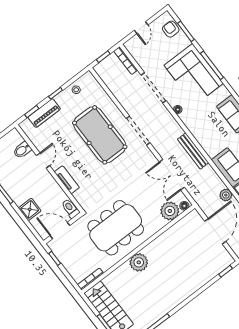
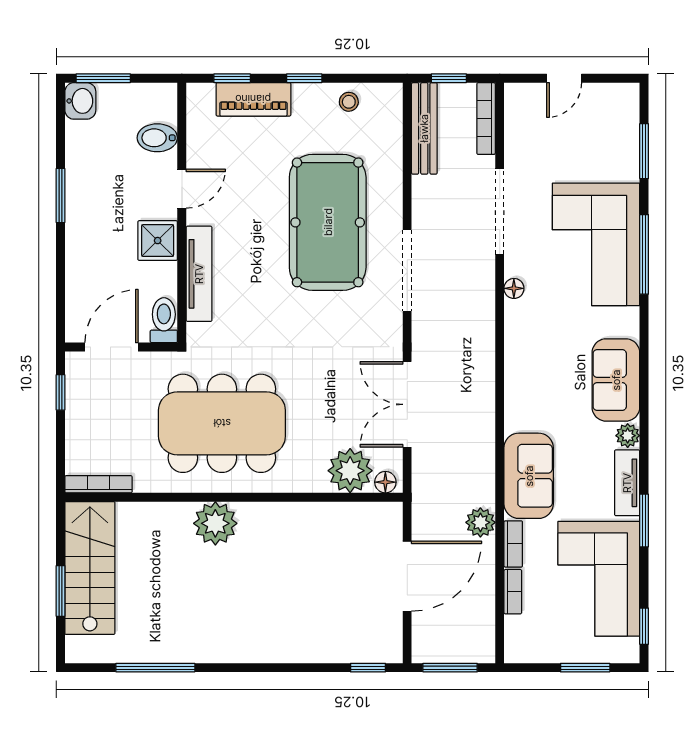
armchair: (171, 29) -> (618, 125), removed
bench: (193, 151) -> (424, 128), moved
tv unit: (67, 180) -> (199, 274), width x1.41
shower: (30, 209) -> (158, 241), moved
door: (60, 231) -> (112, 347), hinge flipped

